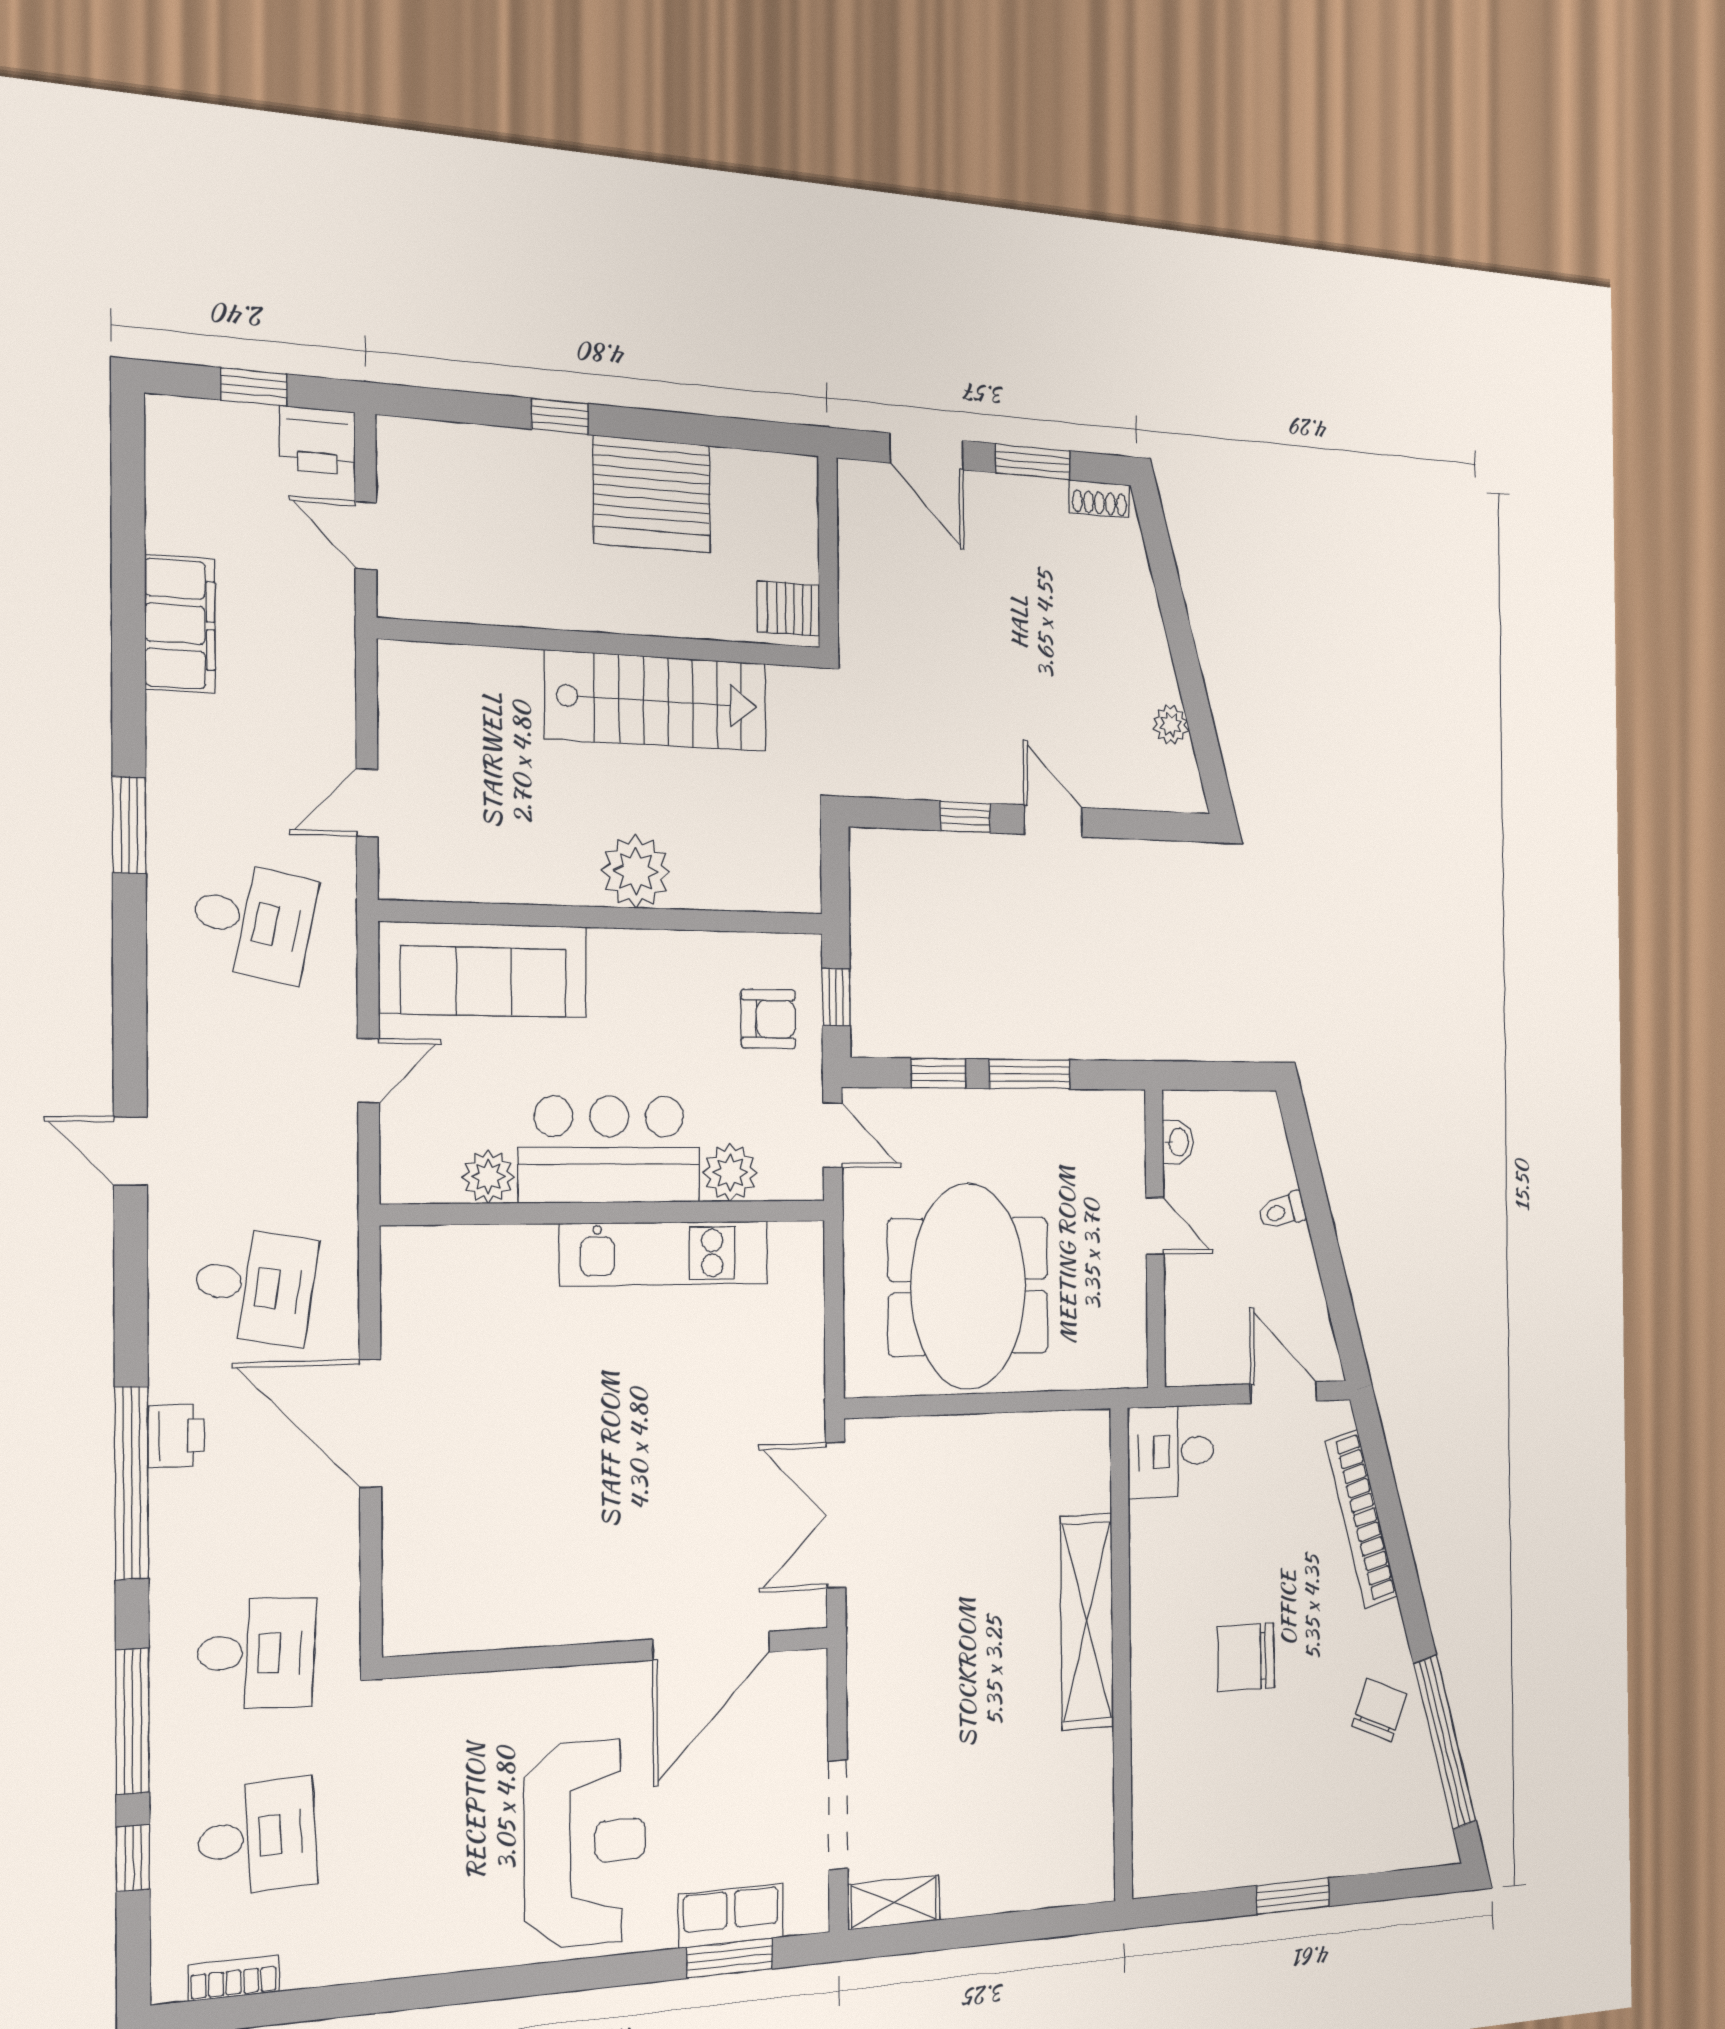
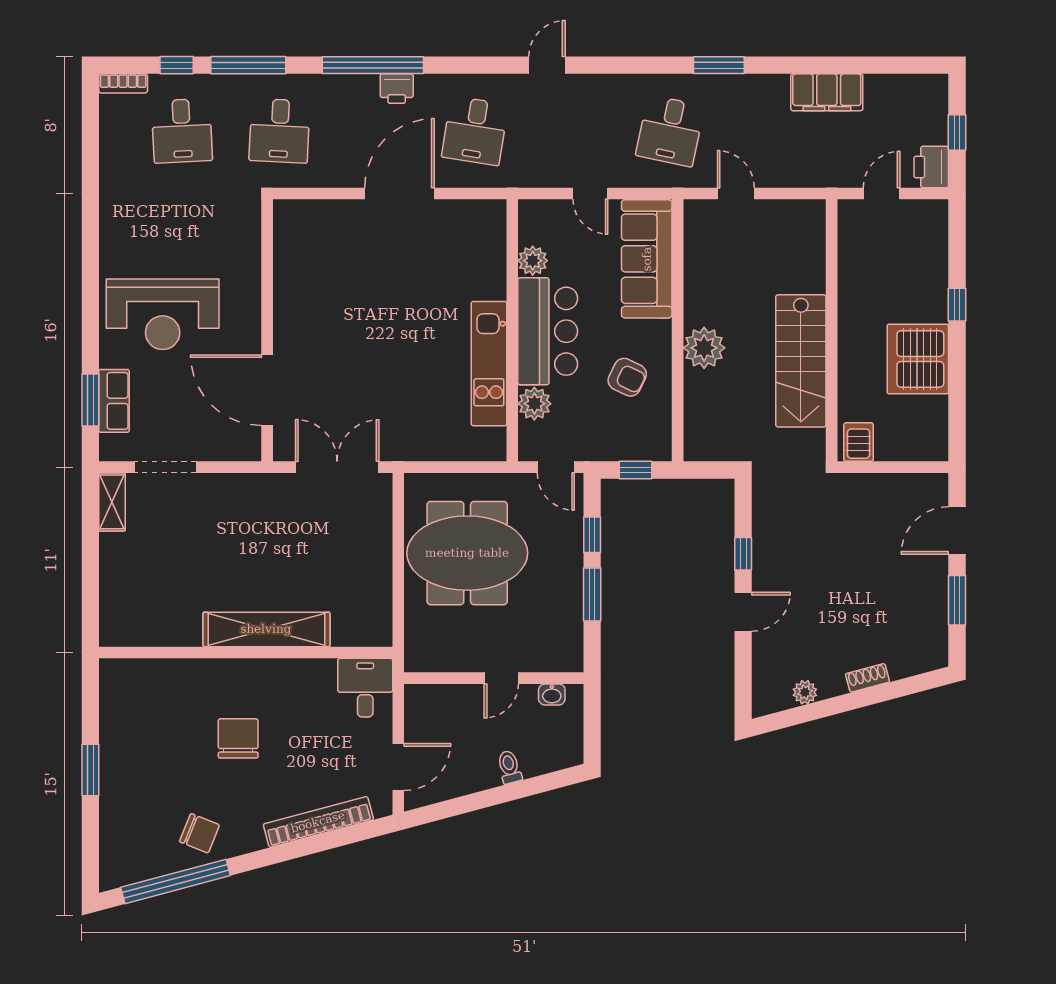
shoe rack: (1099, 499) -> (867, 678), moved, turned 75
armchair: (768, 1019) -> (627, 377), moved, turned -64
door: (833, 1135) -> (556, 467), hinge flipped
bookcase: (234, 1978) -> (123, 83), moved, turned 90

